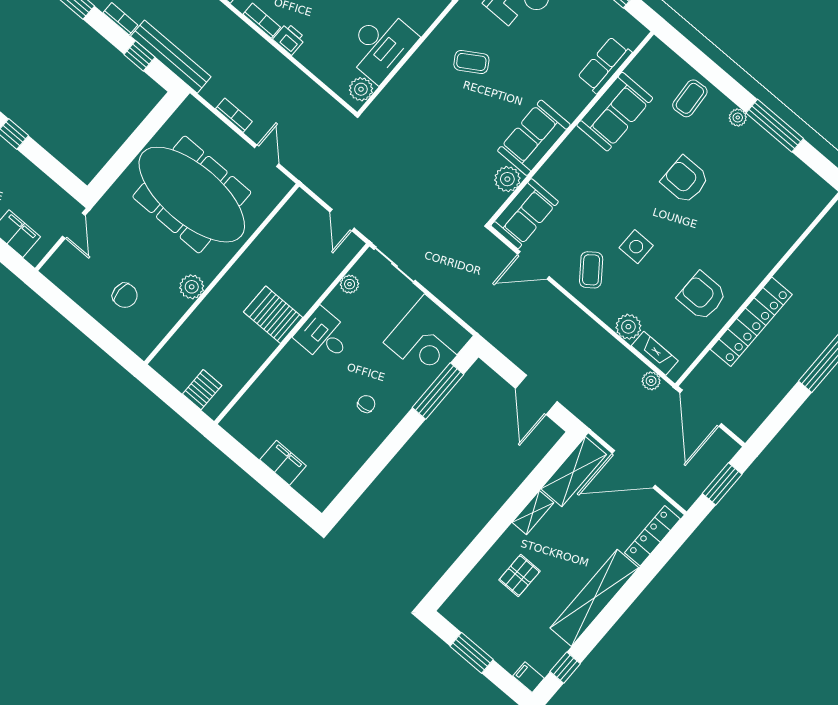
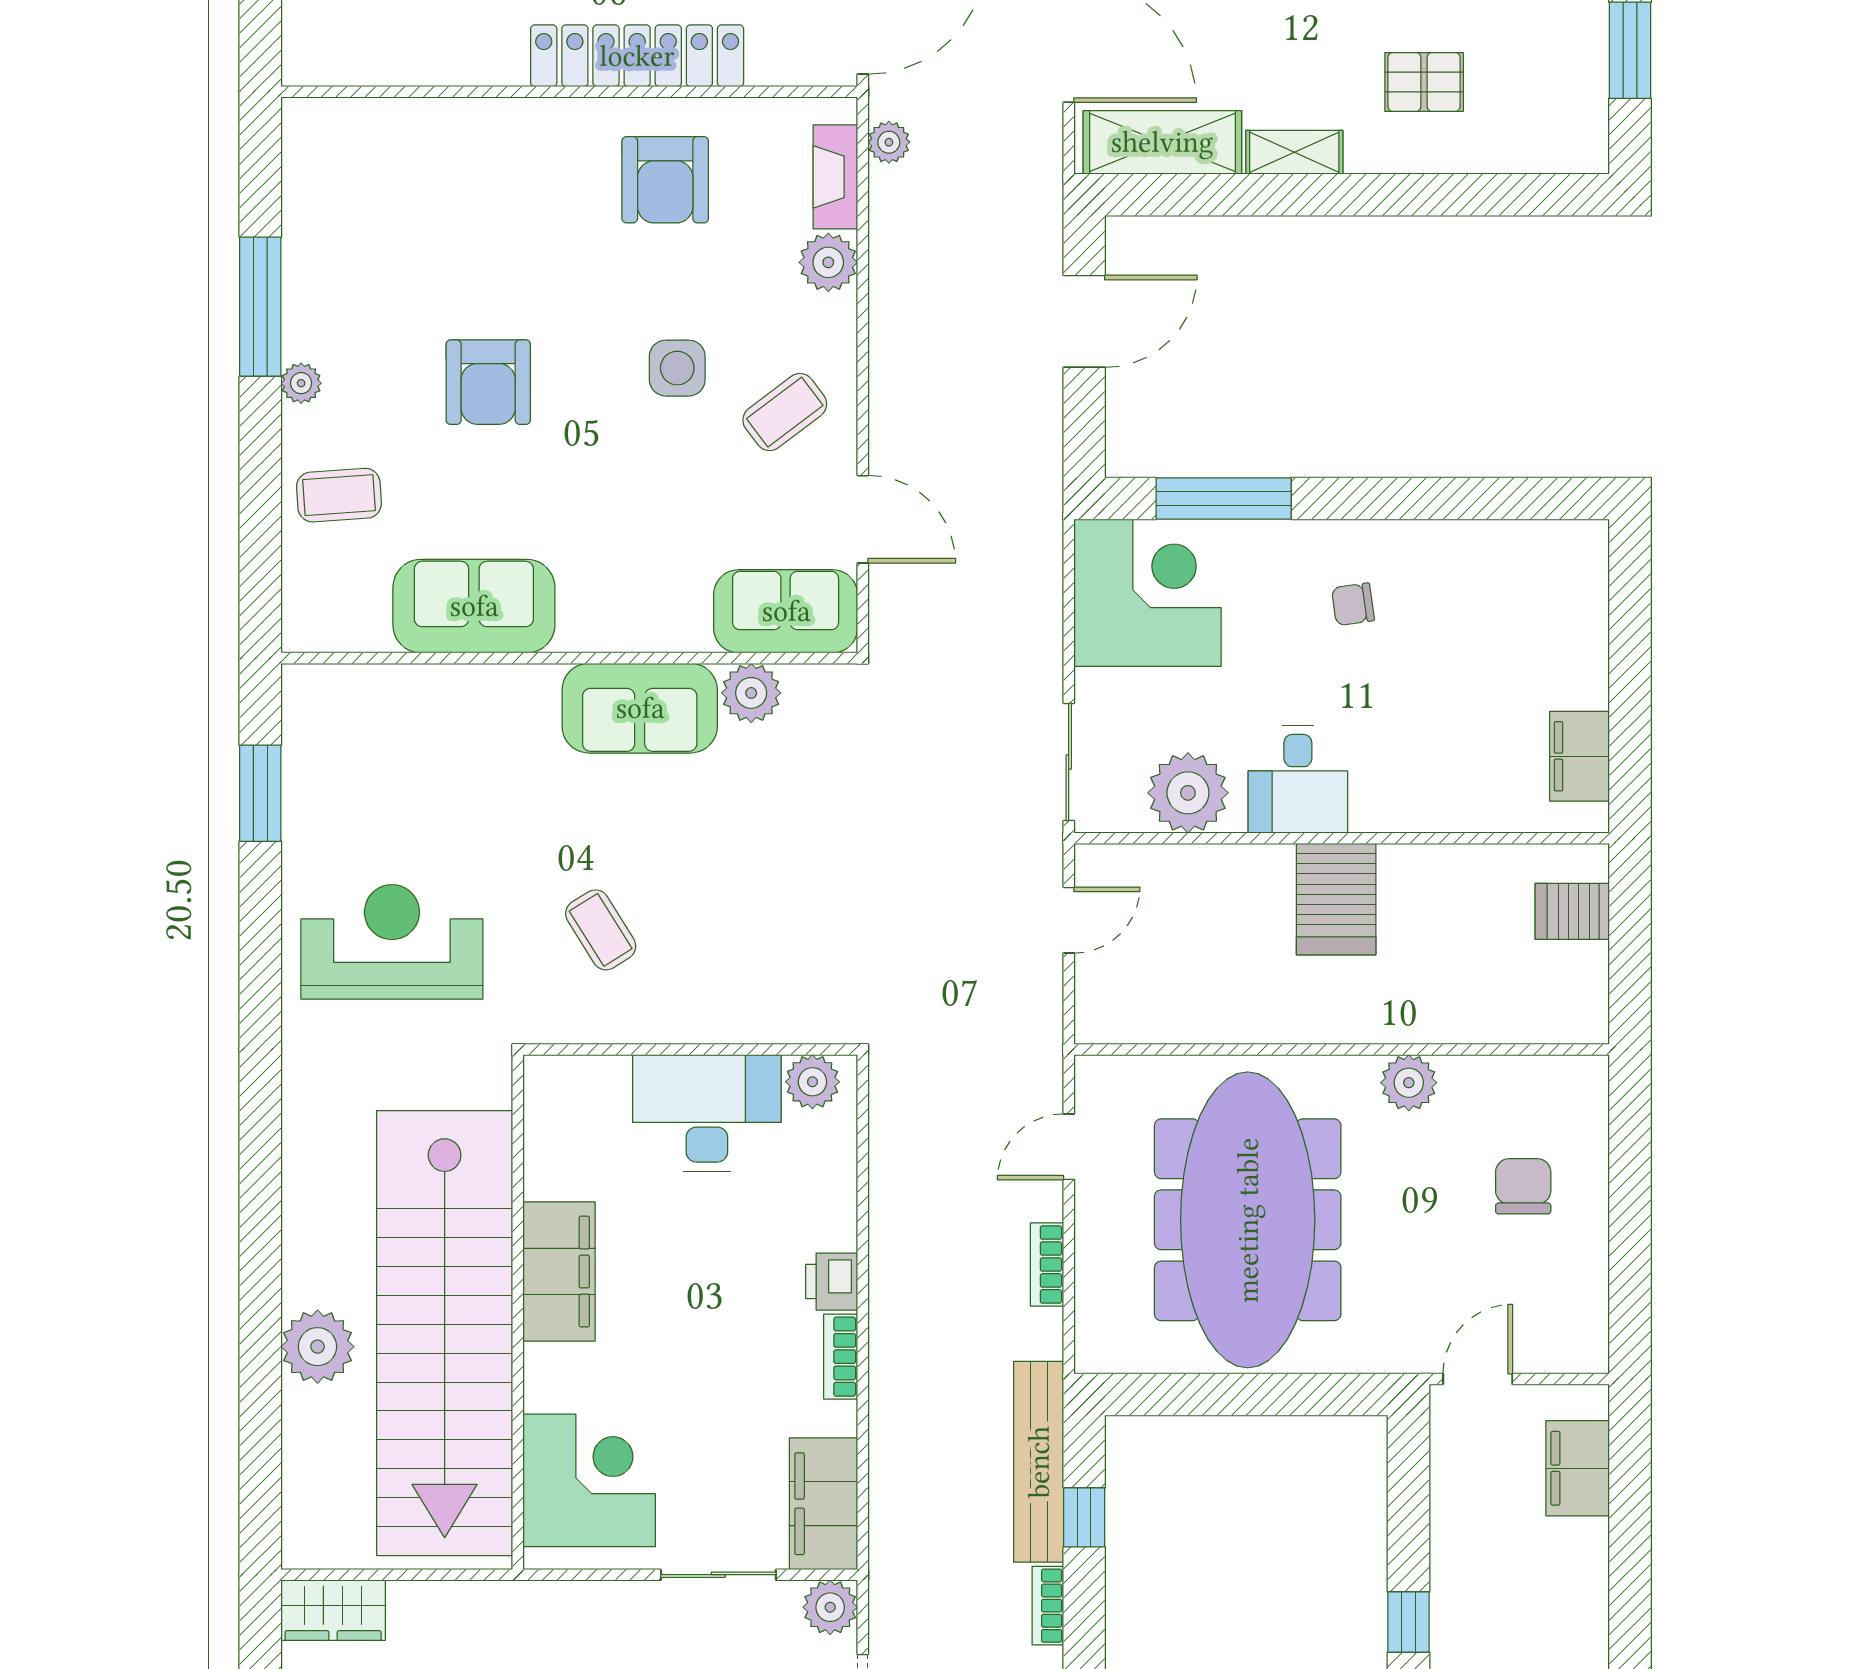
row of seats: (605, 65) -> (407, 693), removed
plant: (350, 284) -> (1188, 793), width x1.88, depth x1.88
filing cabinet: (283, 463) -> (1579, 756), moved

